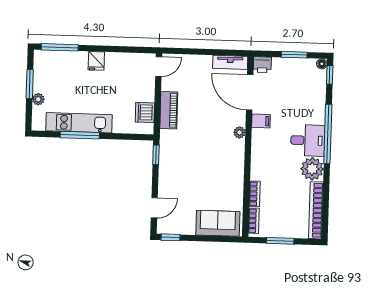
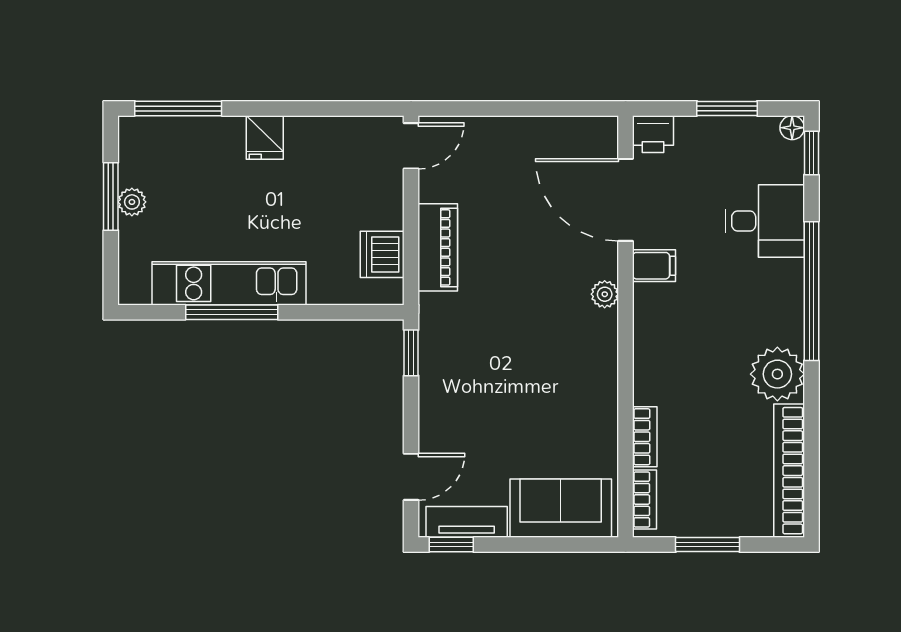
tv unit: (230, 62) -> (467, 522), moved, turned 180
plant: (38, 99) -> (132, 202), moved
desk: (308, 140) -> (765, 221), moved

